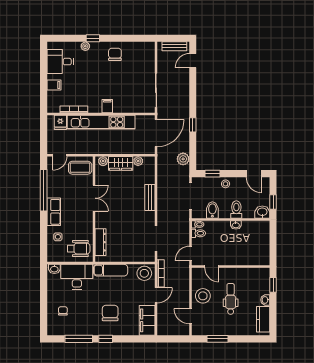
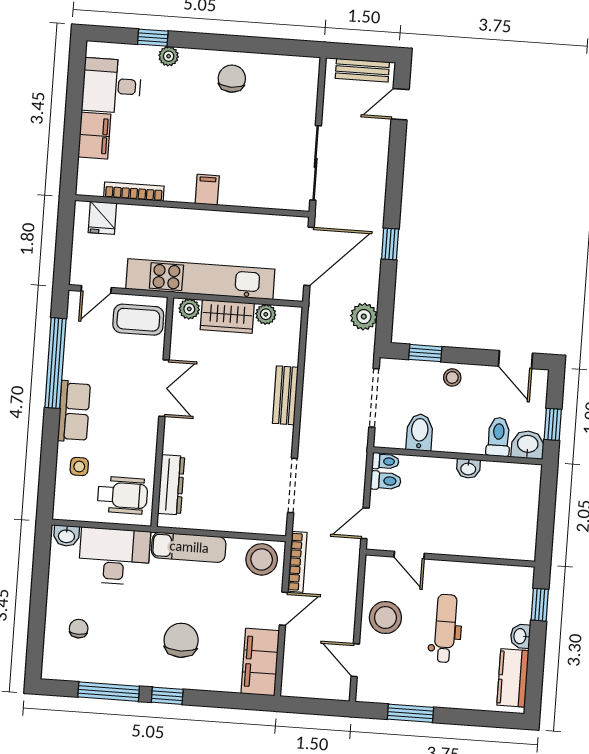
window: (93, 38) -> (153, 38), moved
filing cabinet: (54, 85) -> (94, 136), width x2.00
kitchen unit: (101, 122) -> (200, 279), moved, turned 180
toilet: (236, 210) -> (498, 437), moved

